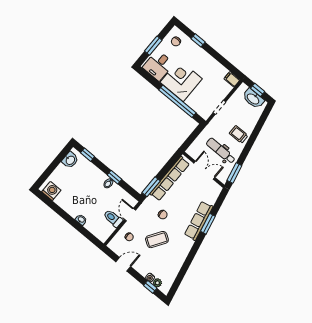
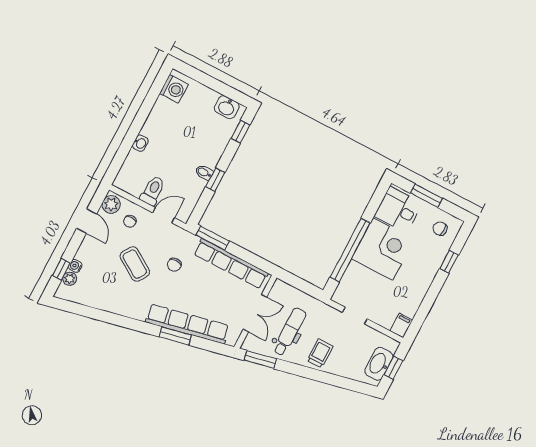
row of seats: (199, 221) -> (187, 324), width x1.36
plant: (116, 246) -> (111, 204), added

